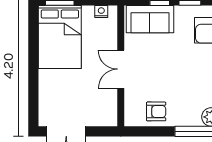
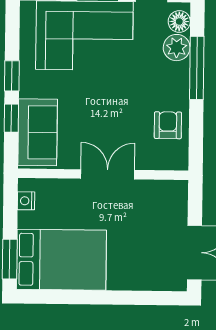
double door: (121, 69) -> (108, 174), swing flipped

